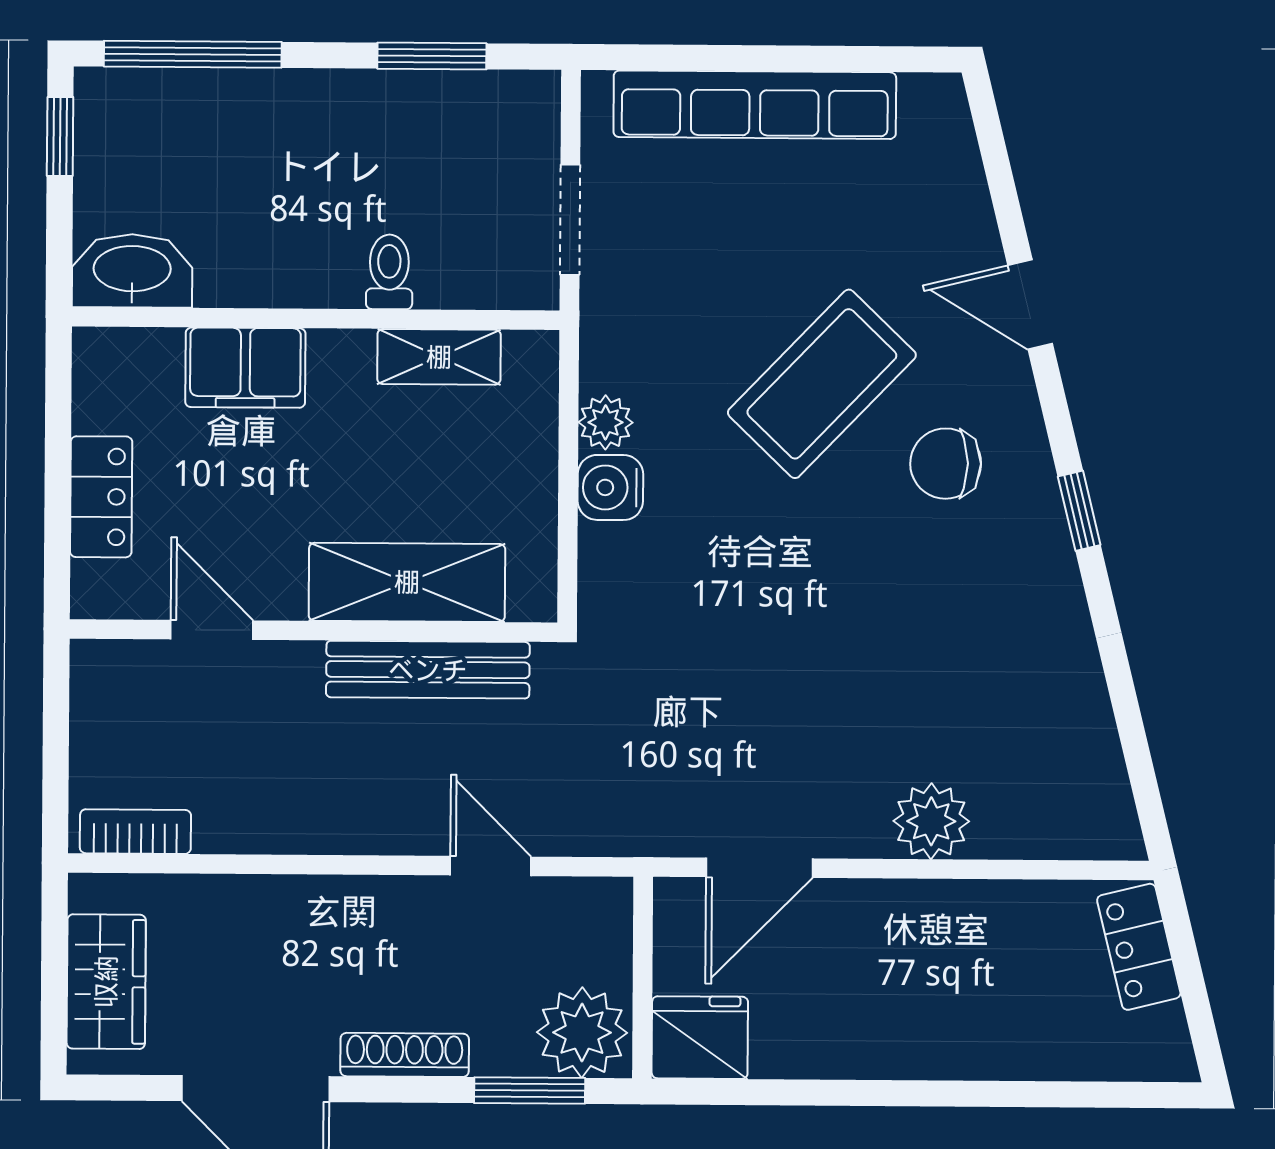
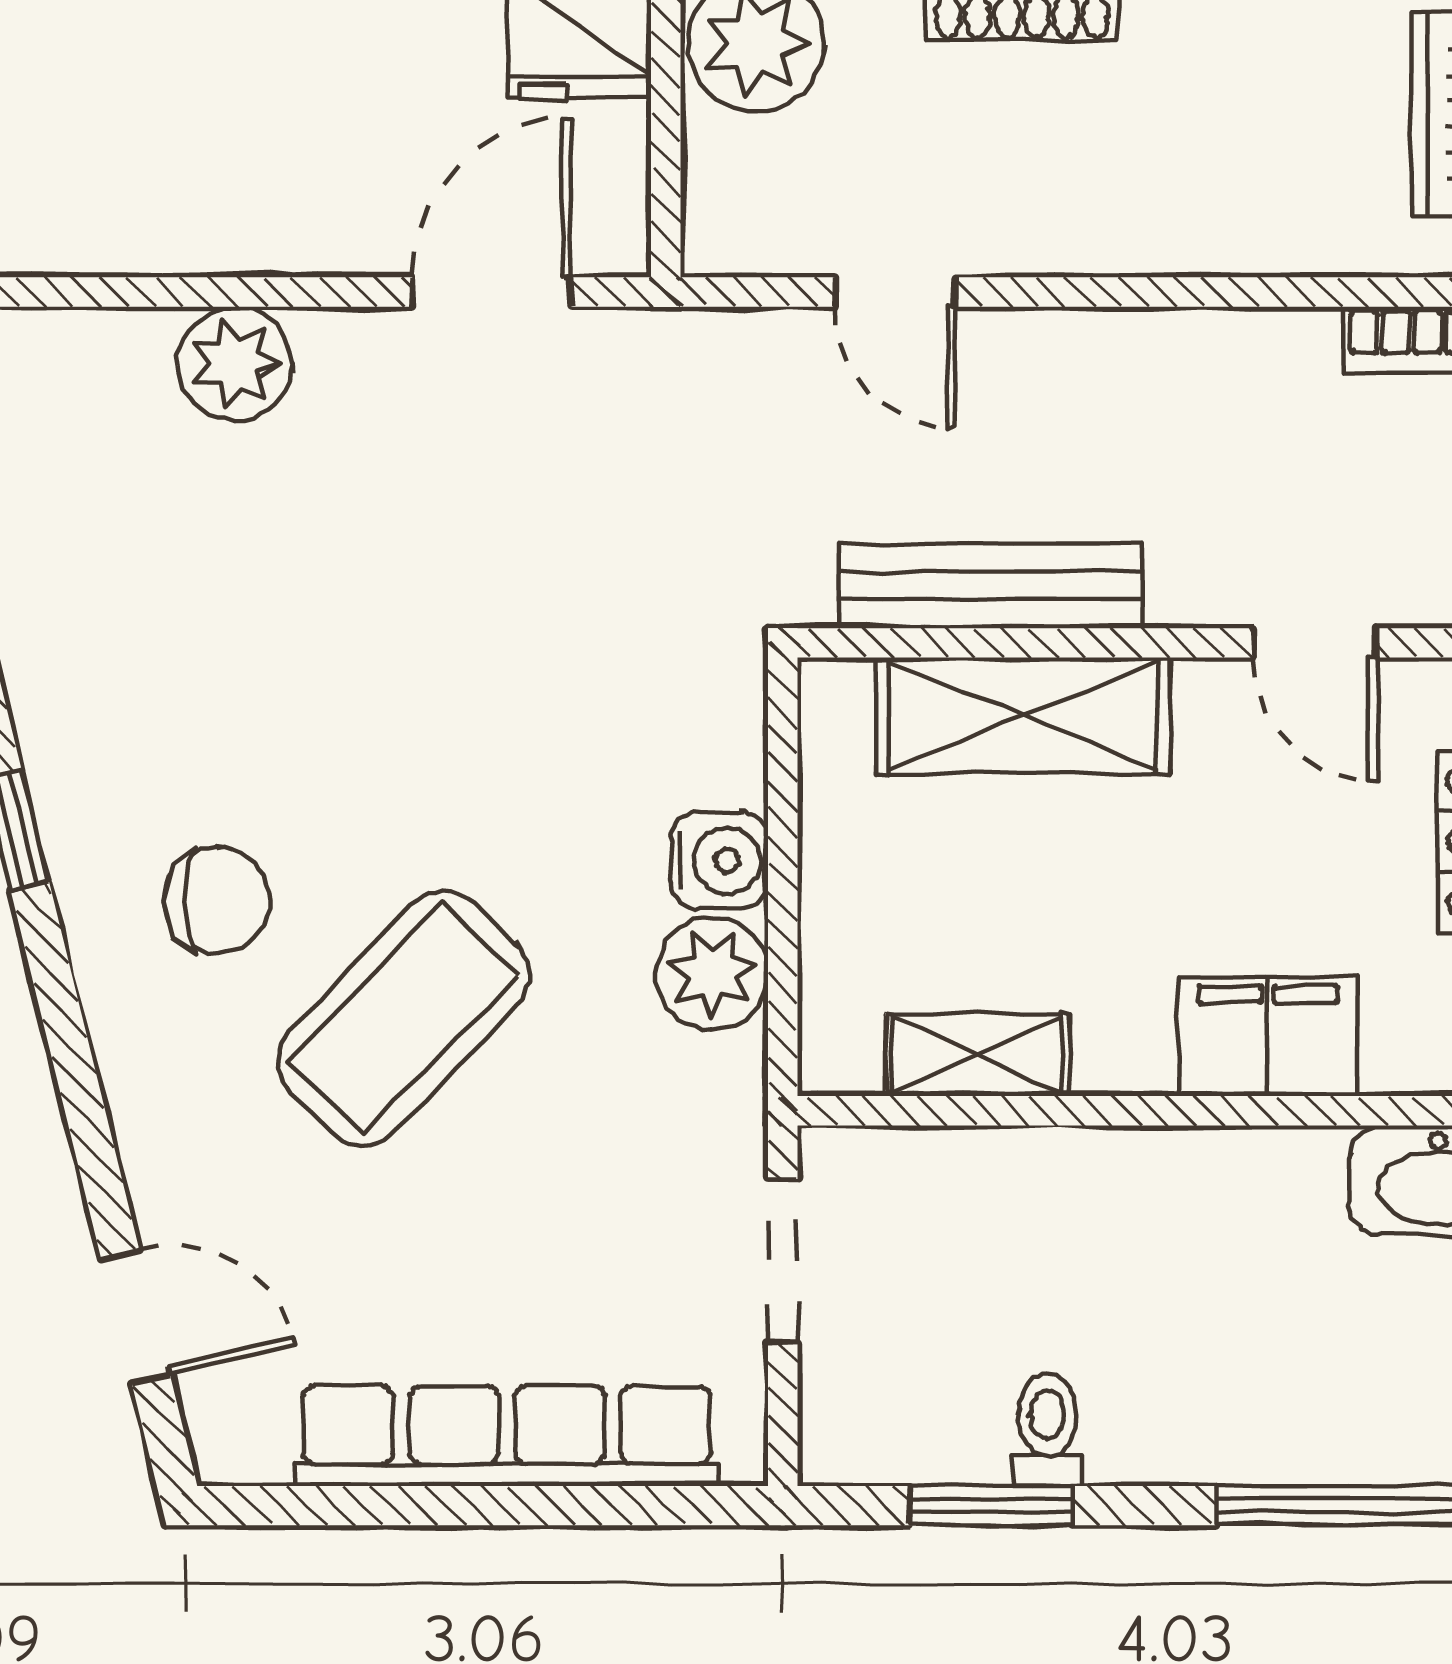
toilet: (389, 272) -> (1047, 1430), moved, turned 180
door: (1030, 305) -> (135, 1317), moved
plant: (605, 422) -> (712, 973), width x1.38, depth x1.38

